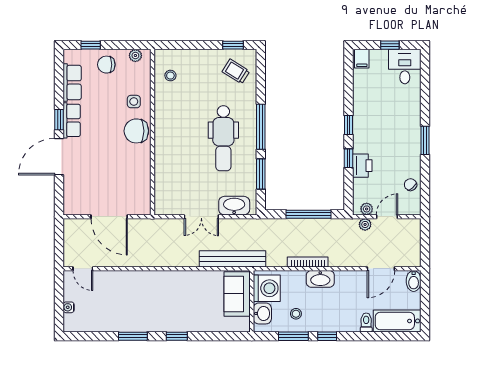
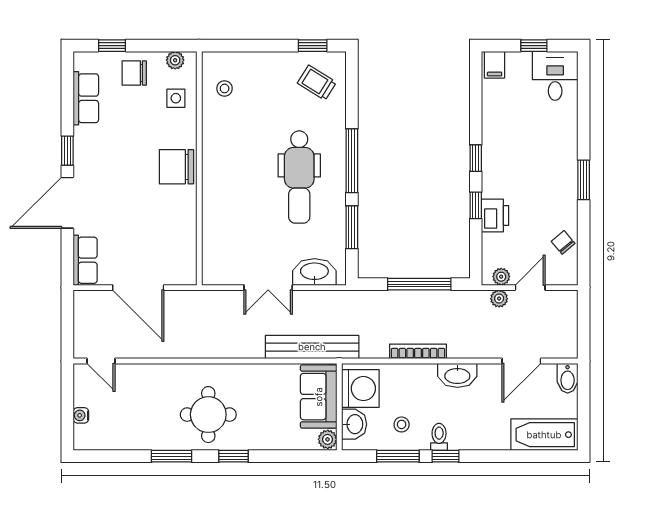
side table: (134, 102) -> (176, 98), moved
row of seats: (72, 120) -> (85, 260), moved
washbasin: (320, 279) -> (457, 375), moved
round table: (159, 307) -> (208, 415), added
toilet: (366, 323) -> (439, 437), moved
plant: (243, 324) -> (328, 439), added

